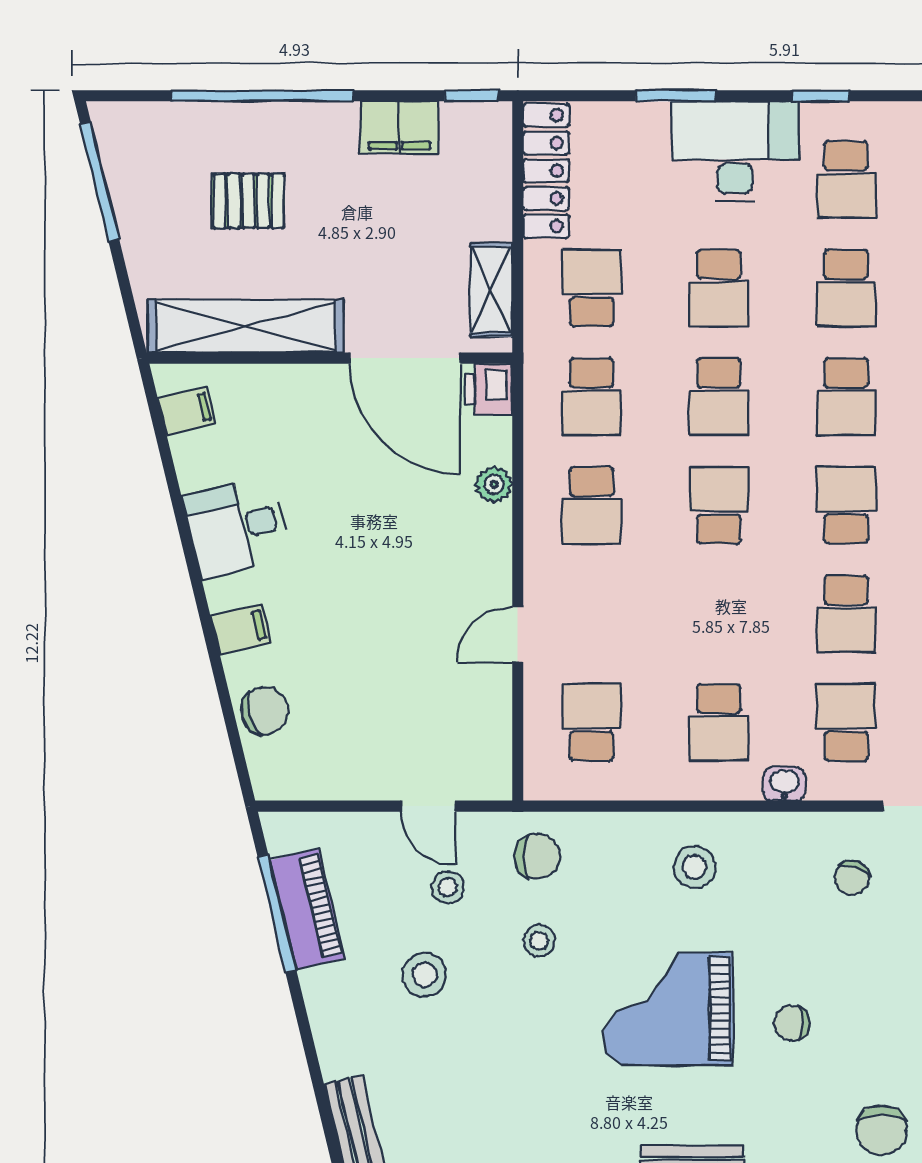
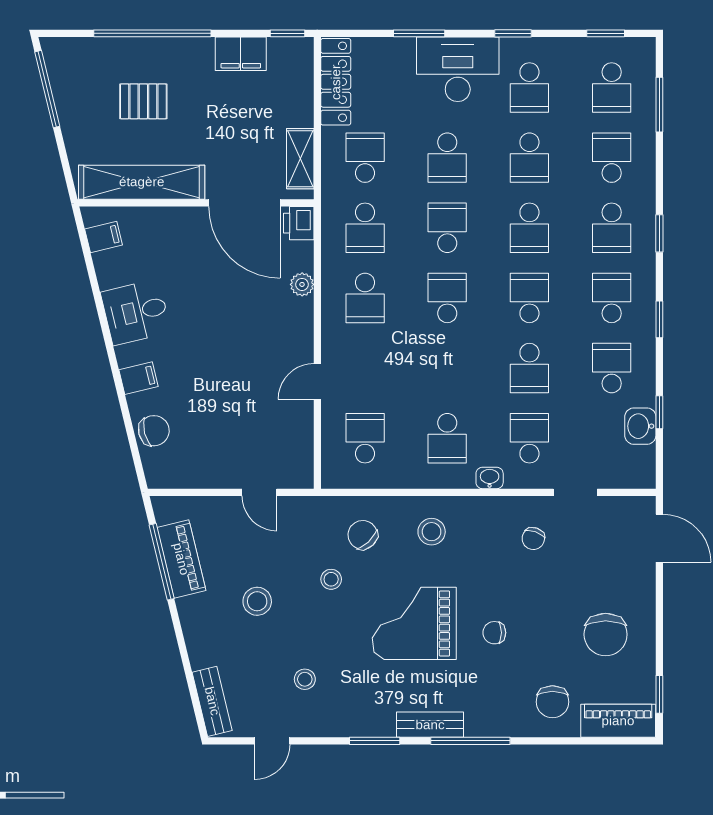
school desk: (719, 397) -> (447, 228), turned 180
chair: (537, 856) -> (363, 535), moved, turned -133
stool: (448, 887) -> (305, 679), moved

